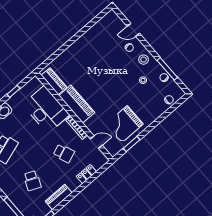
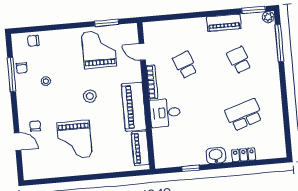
grand piano: (99, 57) -> (75, 140), added
stool: (144, 60) -> (90, 96), moved
desk: (46, 110) -> (165, 113), width x0.53, depth x0.77
grand piano: (124, 124) -> (99, 49), turned -90
locker: (86, 174) -> (177, 26), removed
school desk: (32, 181) -> (239, 60), turned -45

